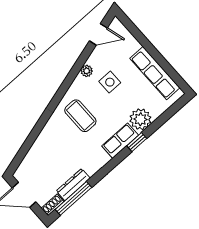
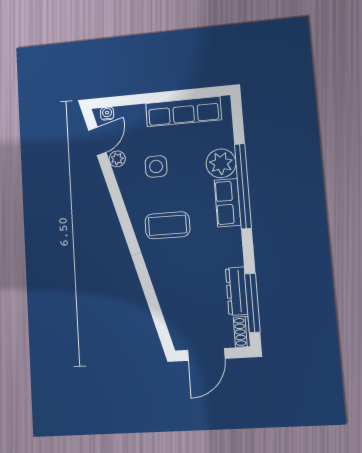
water cooler: (119, 27) -> (107, 114), added
plant: (87, 71) -> (117, 159), moved
window: (137, 142) -> (243, 186), width x3.17

